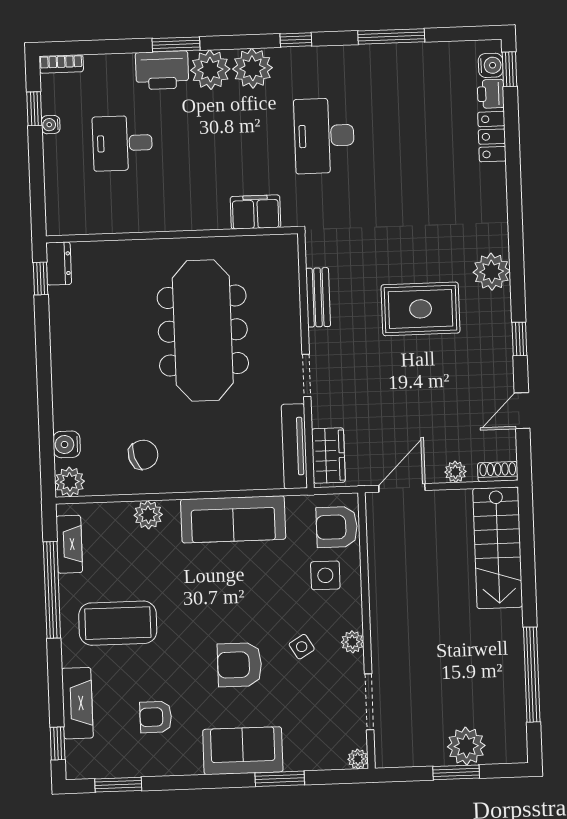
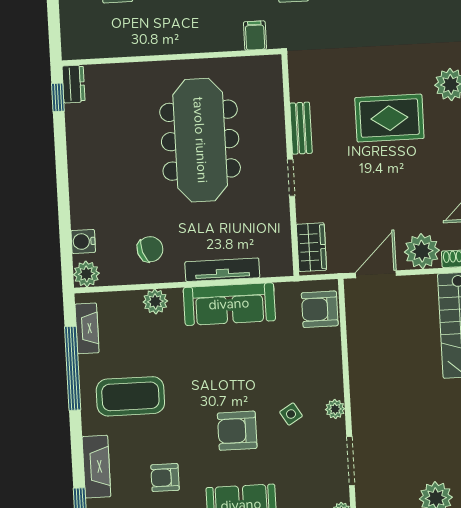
filing cabinet: (256, 212) -> (255, 36), width x0.50
bench: (318, 297) -> (301, 128), moved
tv unit: (294, 446) -> (222, 270), moved, turned 90
plant: (455, 472) -> (422, 251), width x1.87, depth x1.87
side table: (325, 575) -> (311, 352), removed

